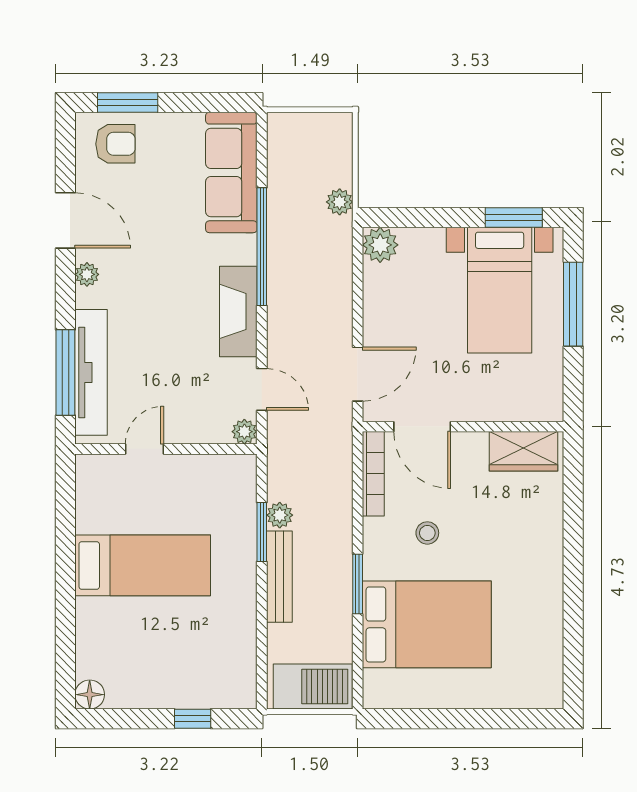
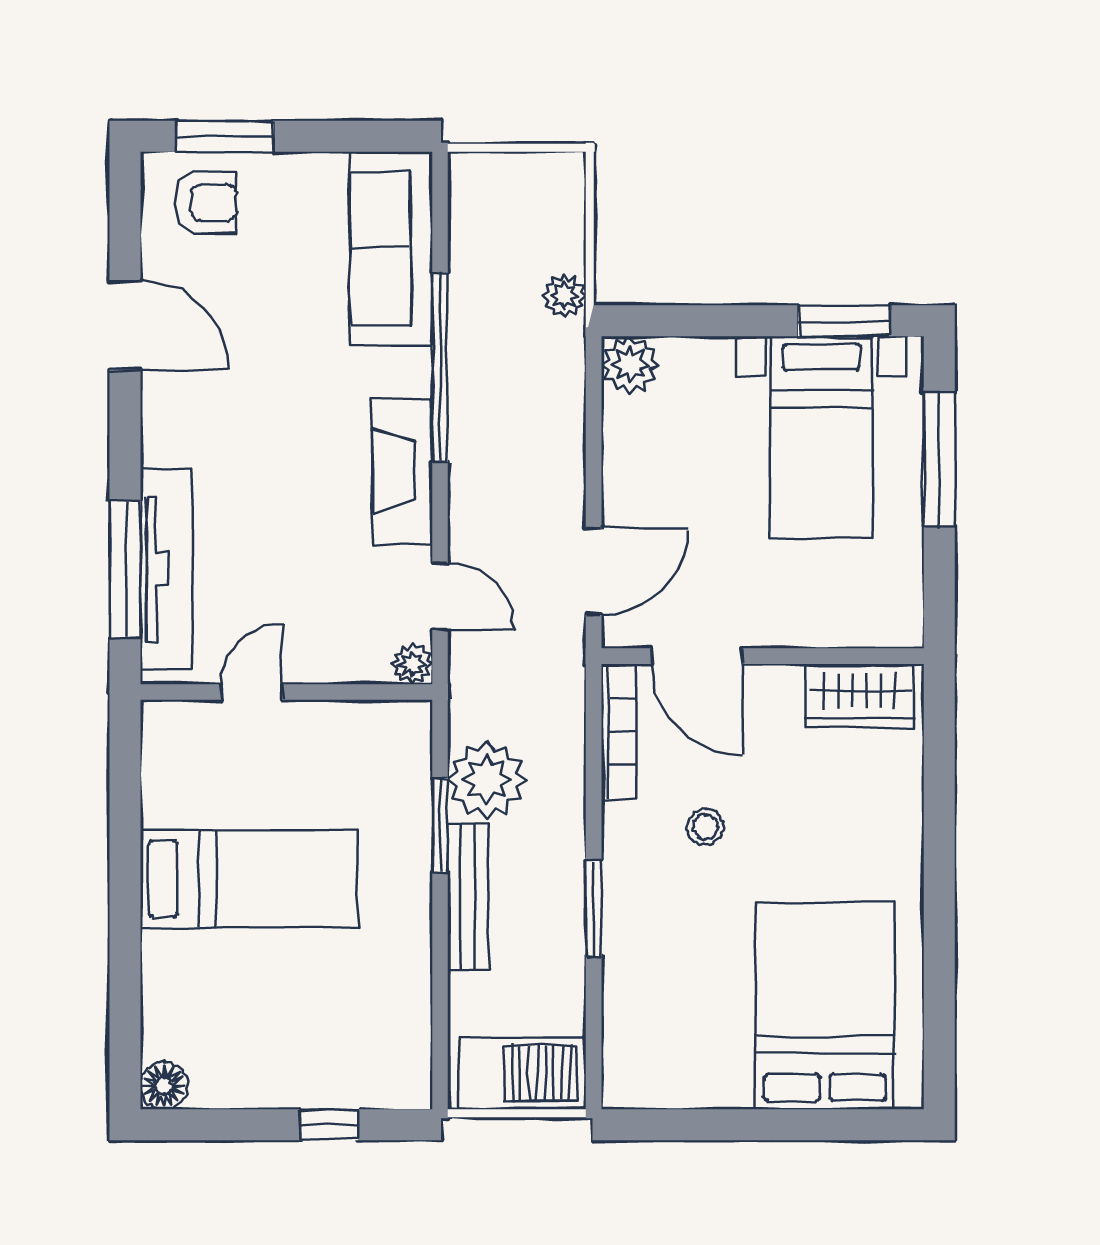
plant: (87, 274) -> (160, 412), removed
plant: (280, 515) -> (487, 780), width x1.87, depth x1.87
bed: (427, 624) -> (825, 1006), moved, turned -90

